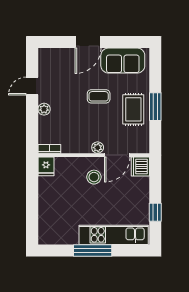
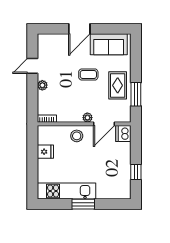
window: (155, 107) -> (136, 94), moved
fridge: (46, 166) -> (45, 152), moved, turned -90
stool: (94, 177) -> (77, 136), moved
kitchen unit: (114, 235) -> (66, 191), moved
window: (93, 250) -> (83, 204), width x0.69

